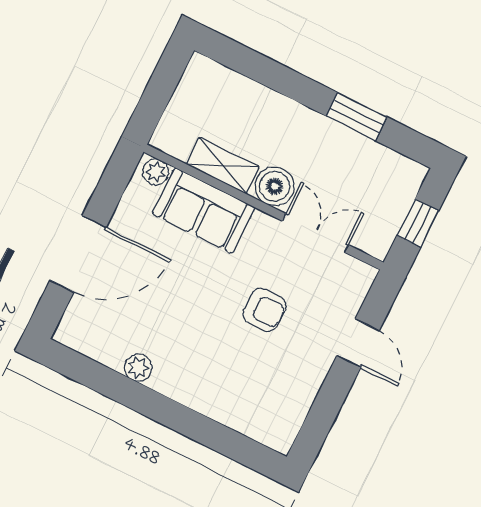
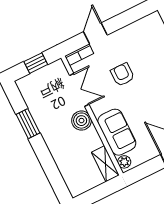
shelving: (223, 166) -> (105, 164), moved
double door: (315, 233) -> (79, 90), swing flipped
bookcase: (358, 289) -> (79, 55), added

